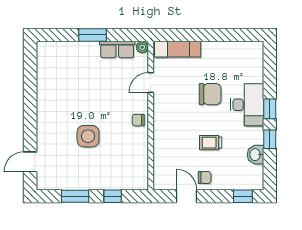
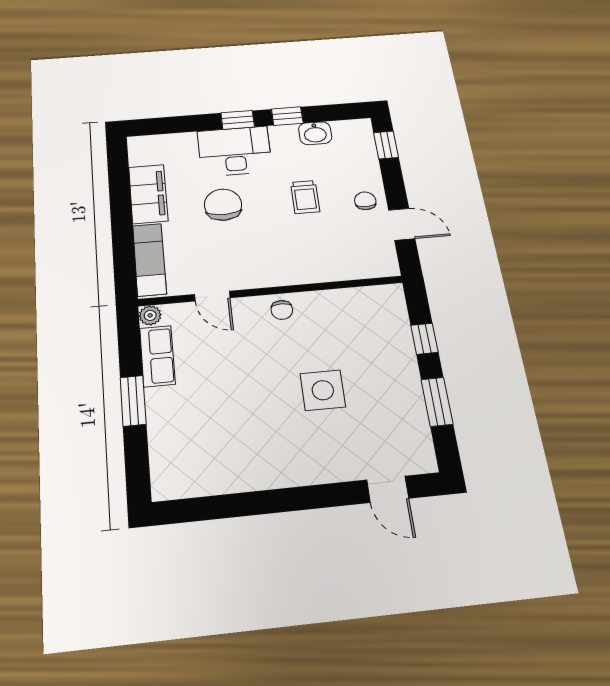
filing cabinet: (222, 51) -> (148, 194), added
door: (187, 196) -> (402, 224), swing flipped

